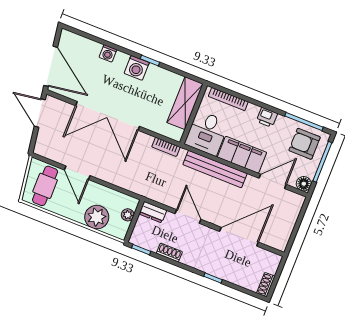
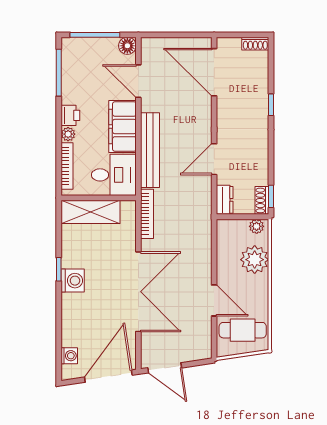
washing machine: (108, 53) -> (69, 356), moved
plant: (253, 110) -> (68, 134), added
door: (40, 113) -> (165, 368), hinge flipped
armchair: (305, 144) -> (83, 62), removed
bookcase: (166, 147) -> (147, 214), width x1.56
door: (77, 173) -> (214, 300), hinge flipped
plant: (128, 215) -> (257, 226), moved
door: (239, 237) -> (214, 72), moved
shoe rack: (169, 252) -> (262, 200), moved

